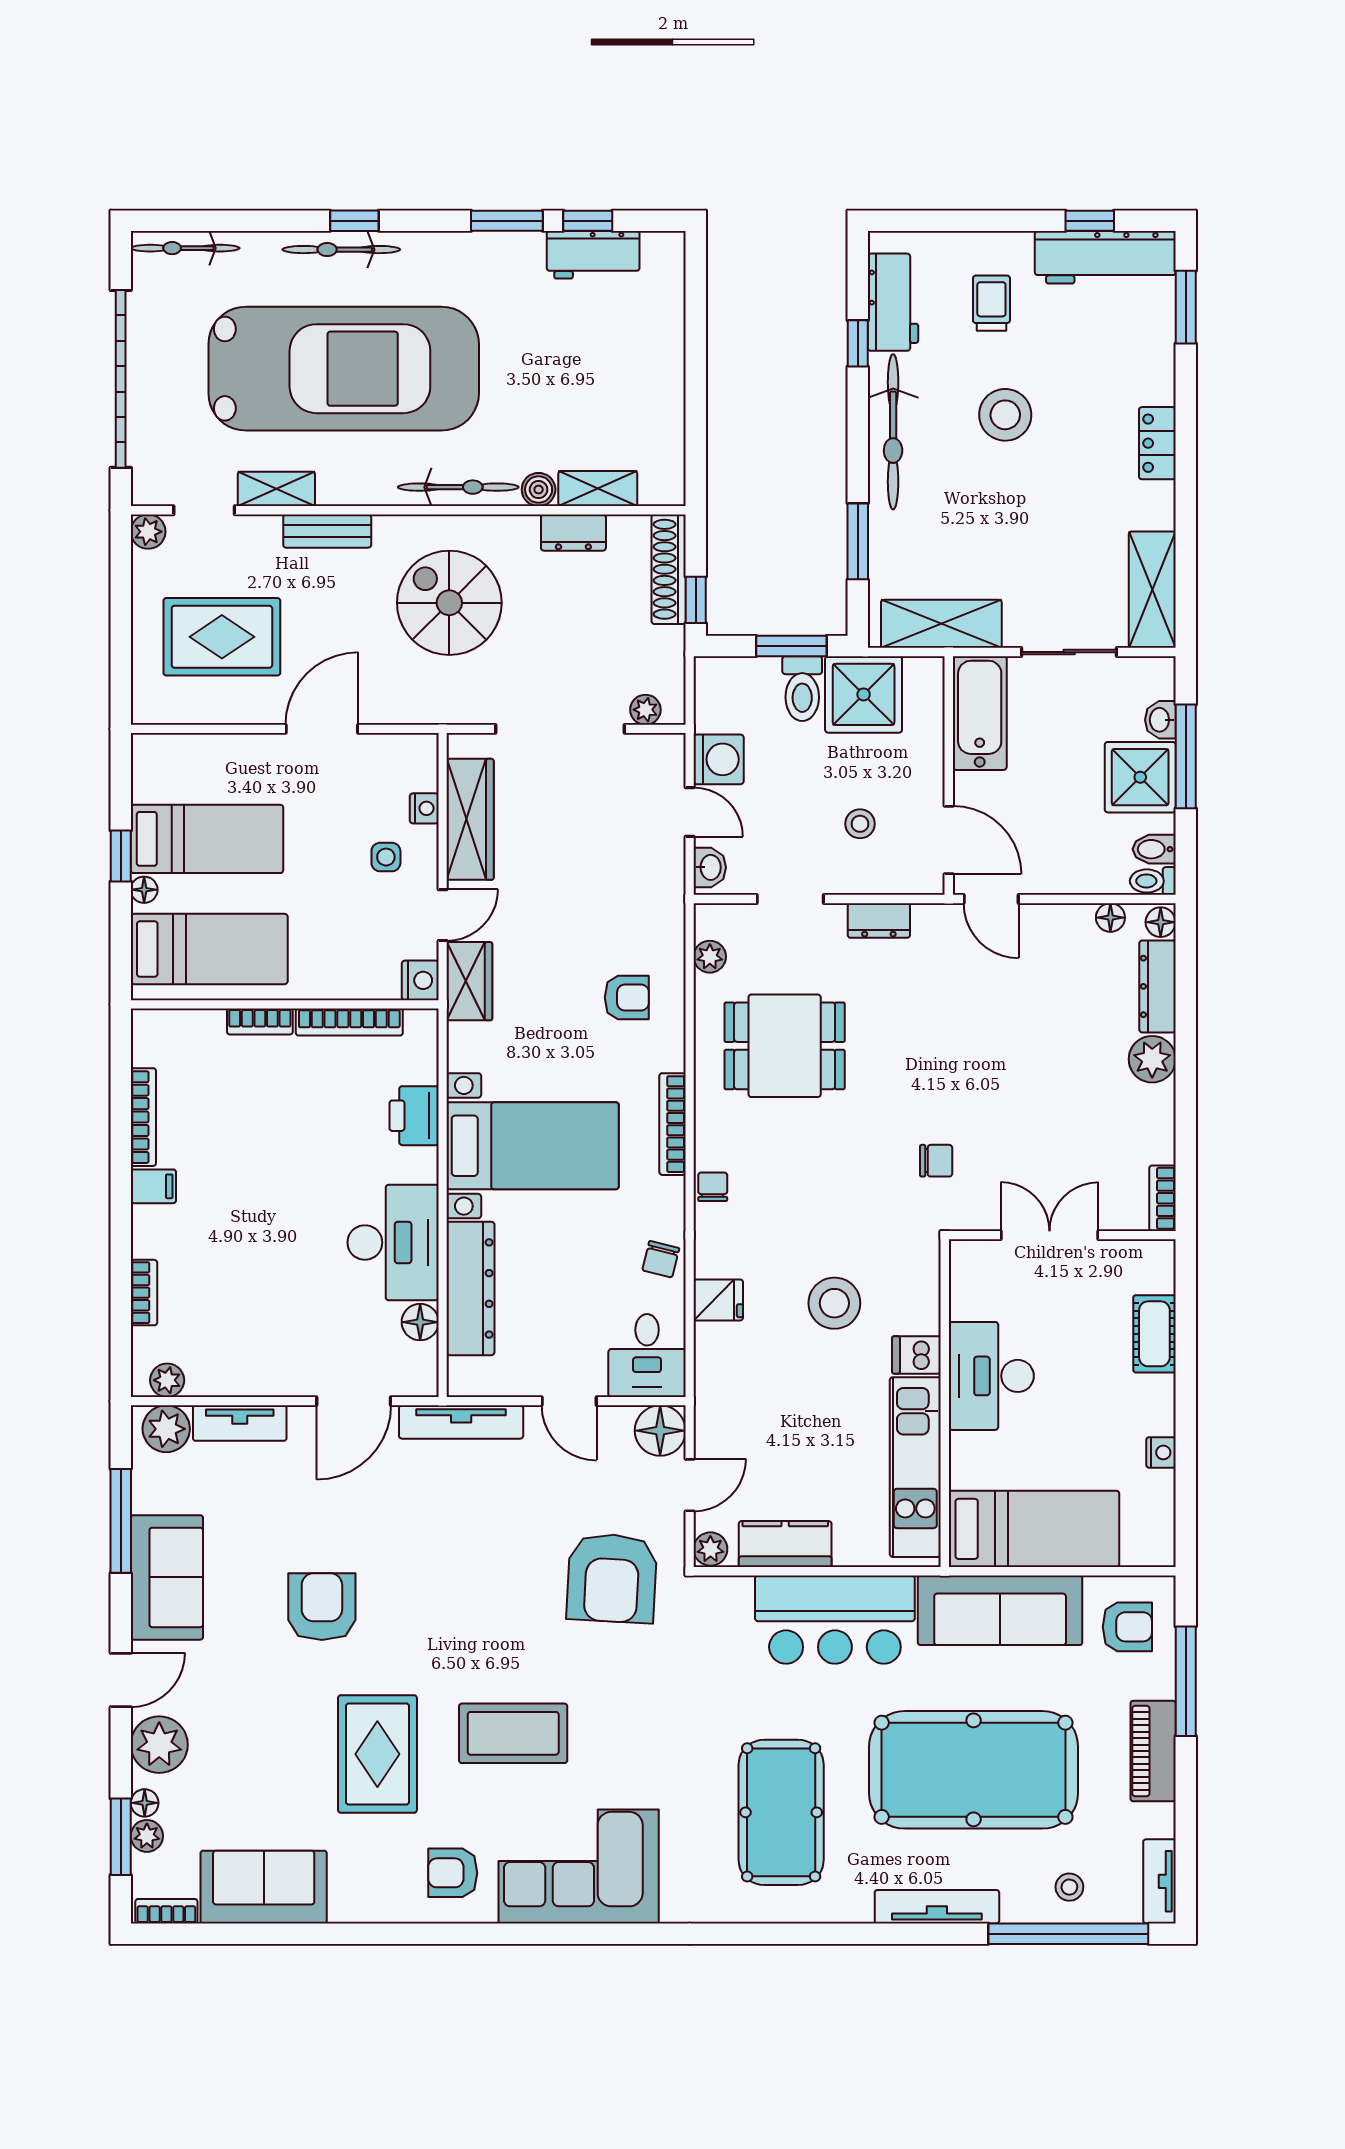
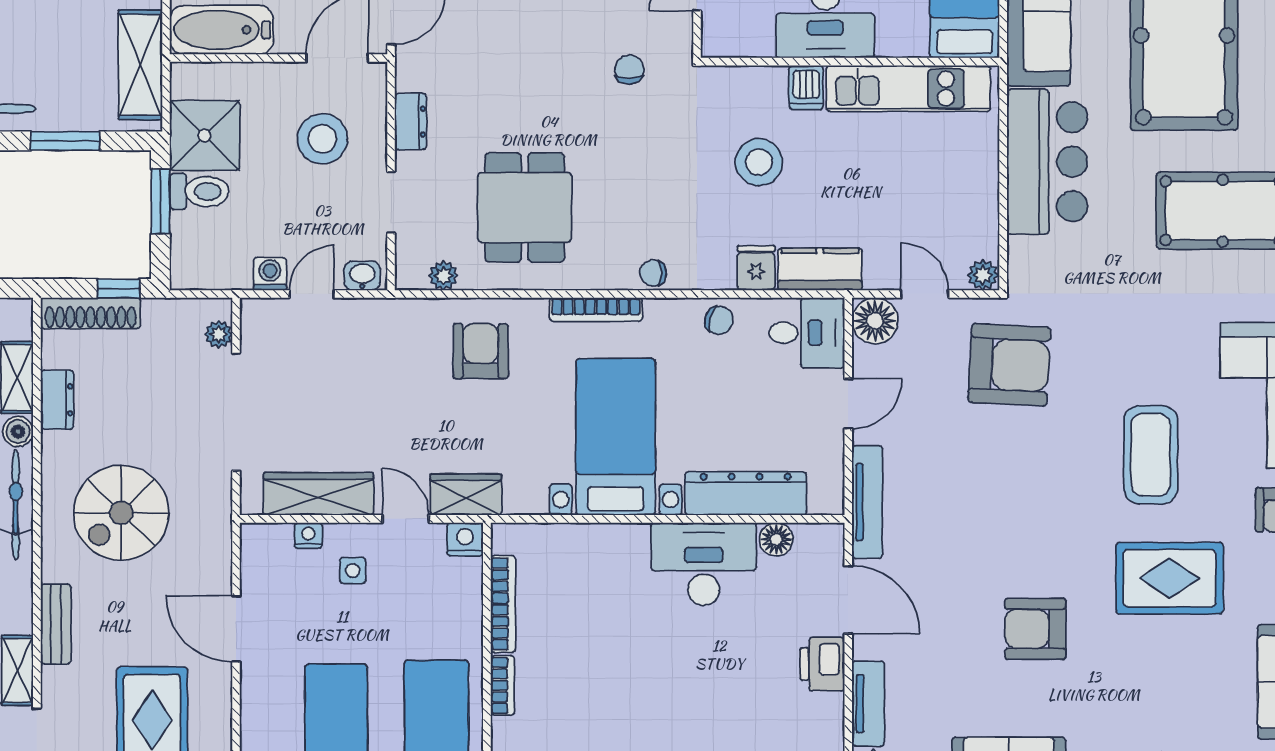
washing machine: (719, 759) -> (270, 274), width x0.73, depth x0.73
stool: (860, 824) -> (322, 139), width x1.89, depth x1.89
armchair: (627, 998) -> (481, 351), width x1.38, depth x1.38
printer: (414, 1116) -> (822, 664), moved, turned 90
kitchen counter: (785, 1544) -> (820, 269), moved, turned 90

